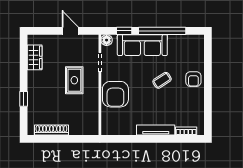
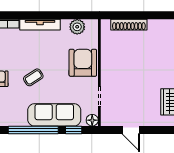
rug: (74, 80) -> (127, 78), removed
plant: (121, 128) -> (77, 27), added
shoe rack: (51, 130) -> (129, 25), moved

